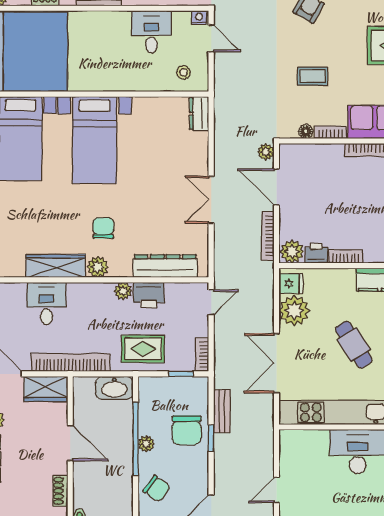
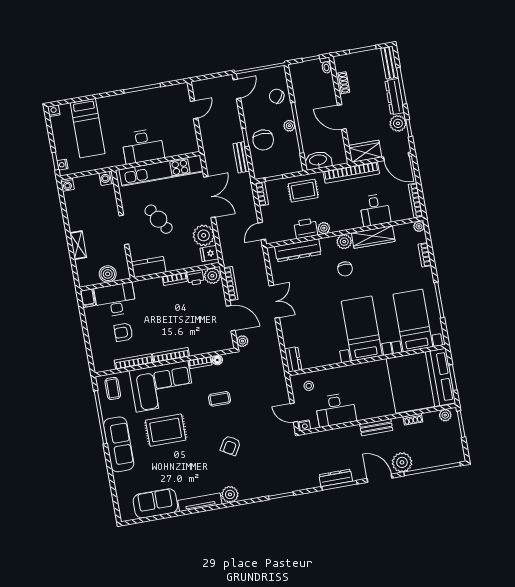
desk: (151, 32) -> (336, 410), width x1.37
chair: (187, 430) -> (263, 140), turned 180

